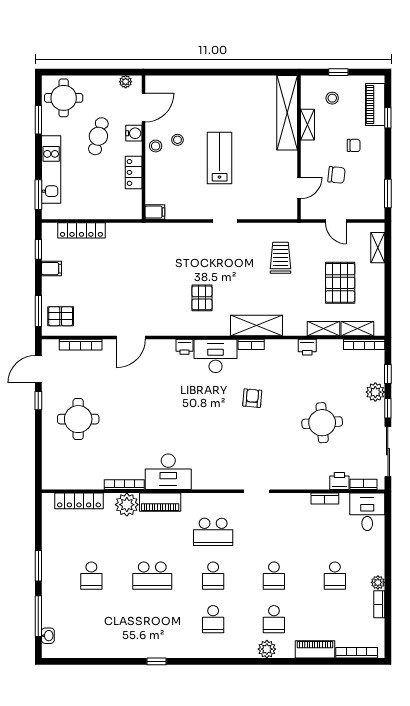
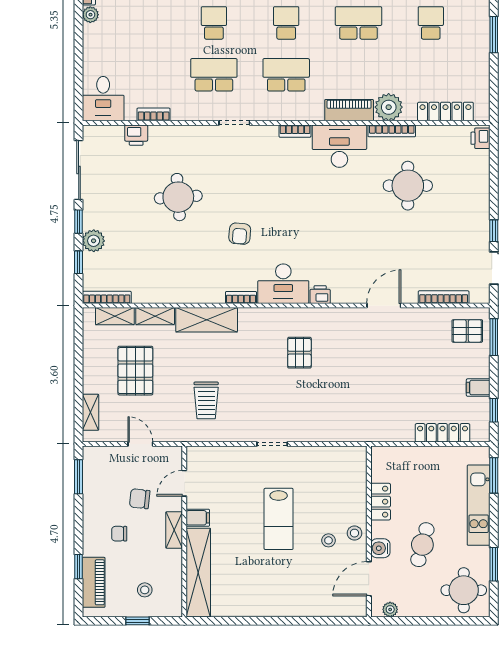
shelving: (307, 125) -> (174, 530), moved
filing cabinet: (155, 212) -> (198, 518), moved, turned 180
shelving: (256, 326) -> (207, 320), moved
printer: (307, 347) -> (480, 138), moved, turned -90
round table: (78, 419) -> (408, 186), moved
round table: (322, 423) -> (178, 197), moved
bookcase: (363, 484) -> (295, 131), moved
school desk: (335, 576) -> (214, 75), moved, width x1.85

